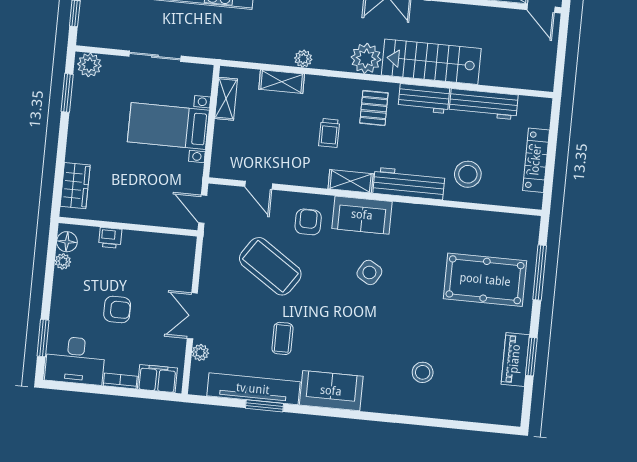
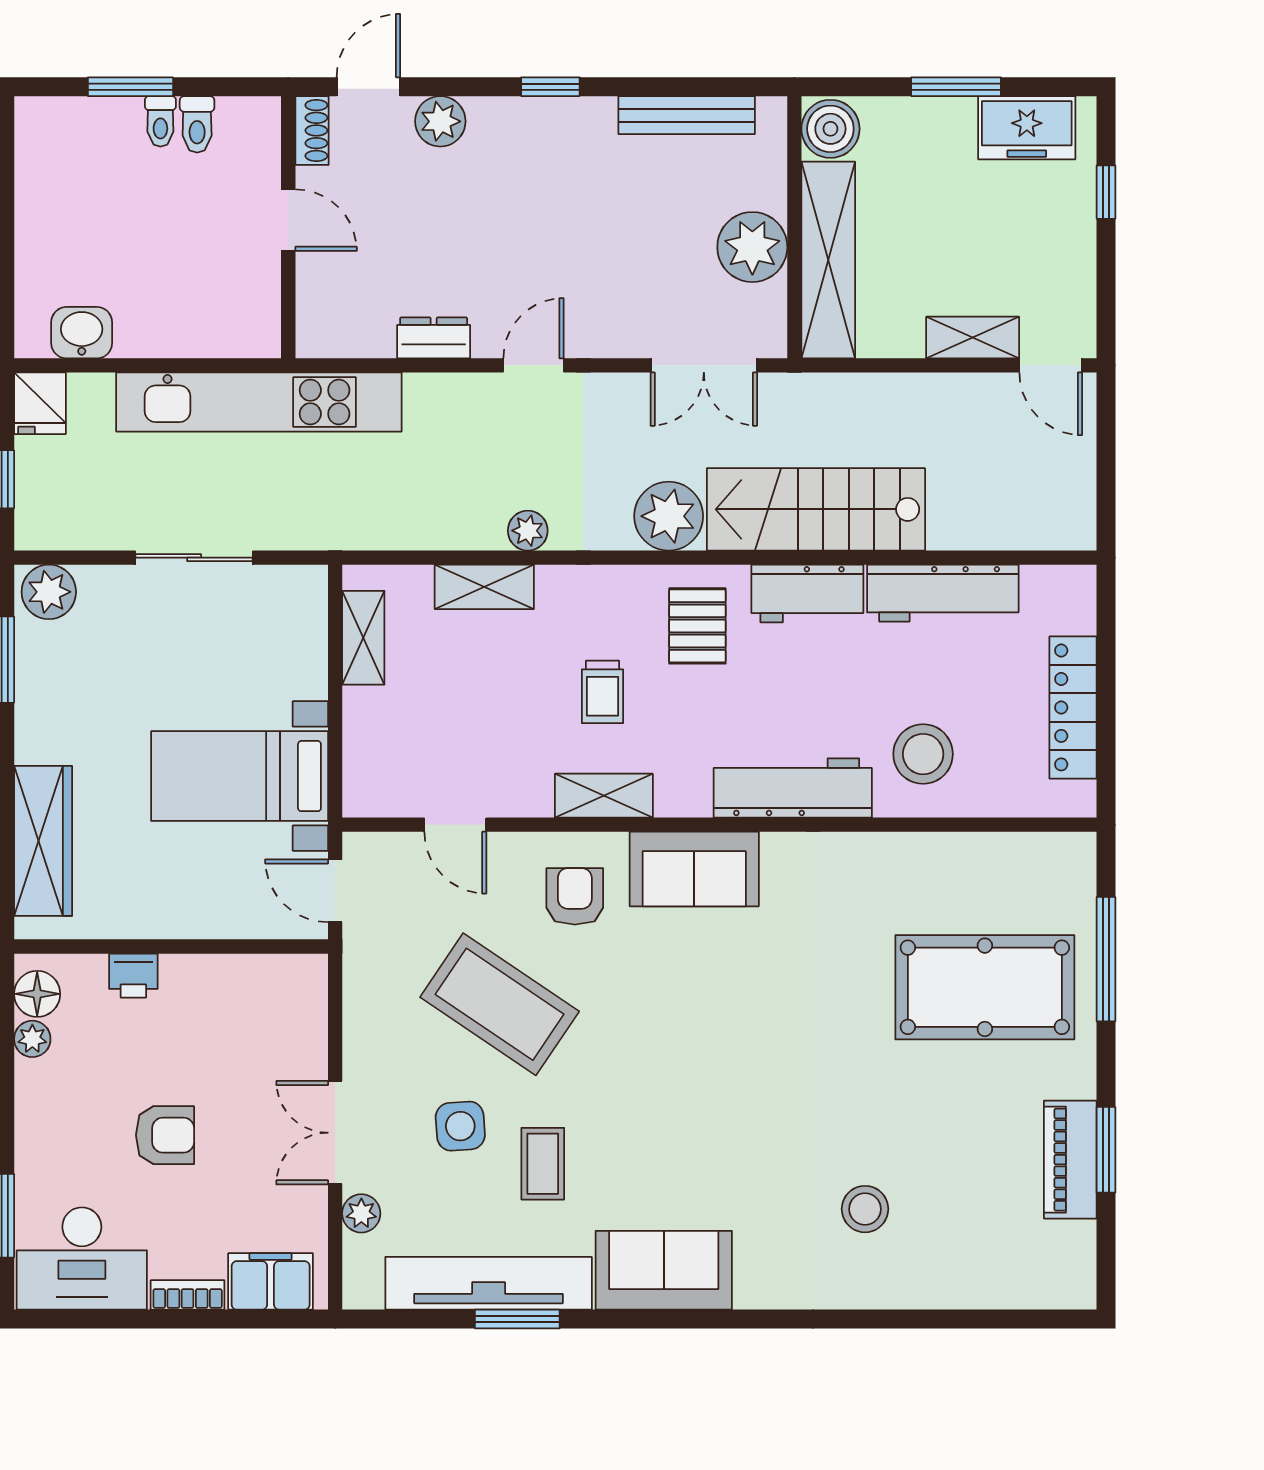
bed with nightstands: (168, 126) -> (240, 776), moved
shelving: (351, 181) -> (604, 796), moved
wardrobe: (75, 186) -> (43, 841), width x1.50
side table: (369, 272) -> (460, 1126), moved, turned -34

